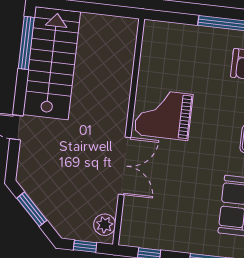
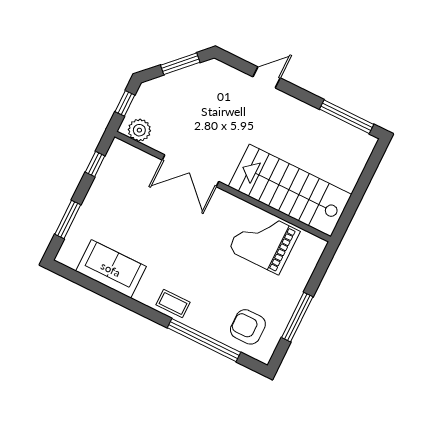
stairs: (52, 63) -> (290, 190), moved, turned 180
grand piano: (163, 114) -> (264, 241), moved, turned -90

